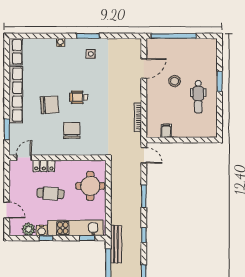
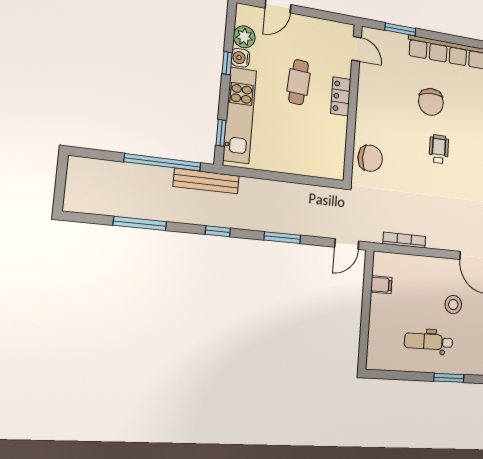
chair: (72, 130) -> (370, 158), moved
locker: (44, 166) -> (341, 96), moved
round table: (90, 186) -> (305, 149), removed

